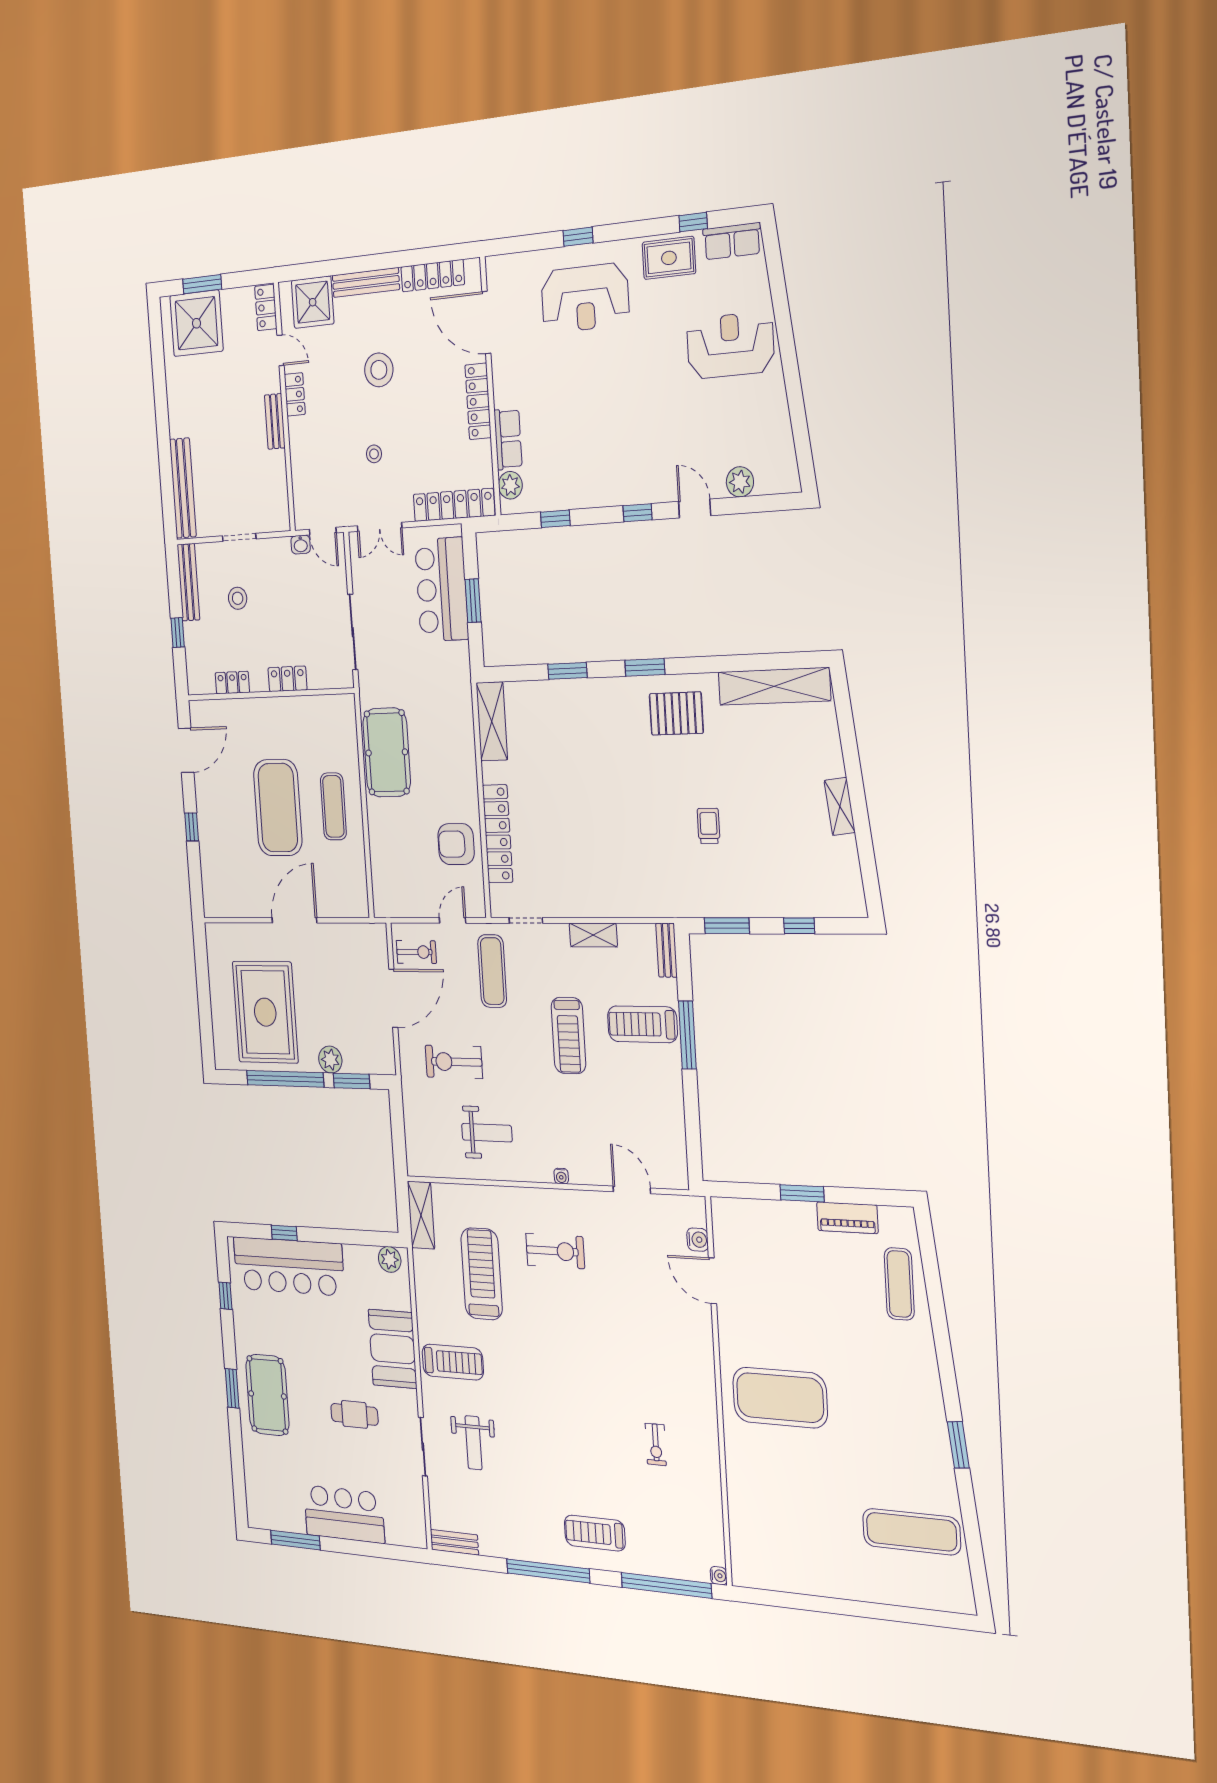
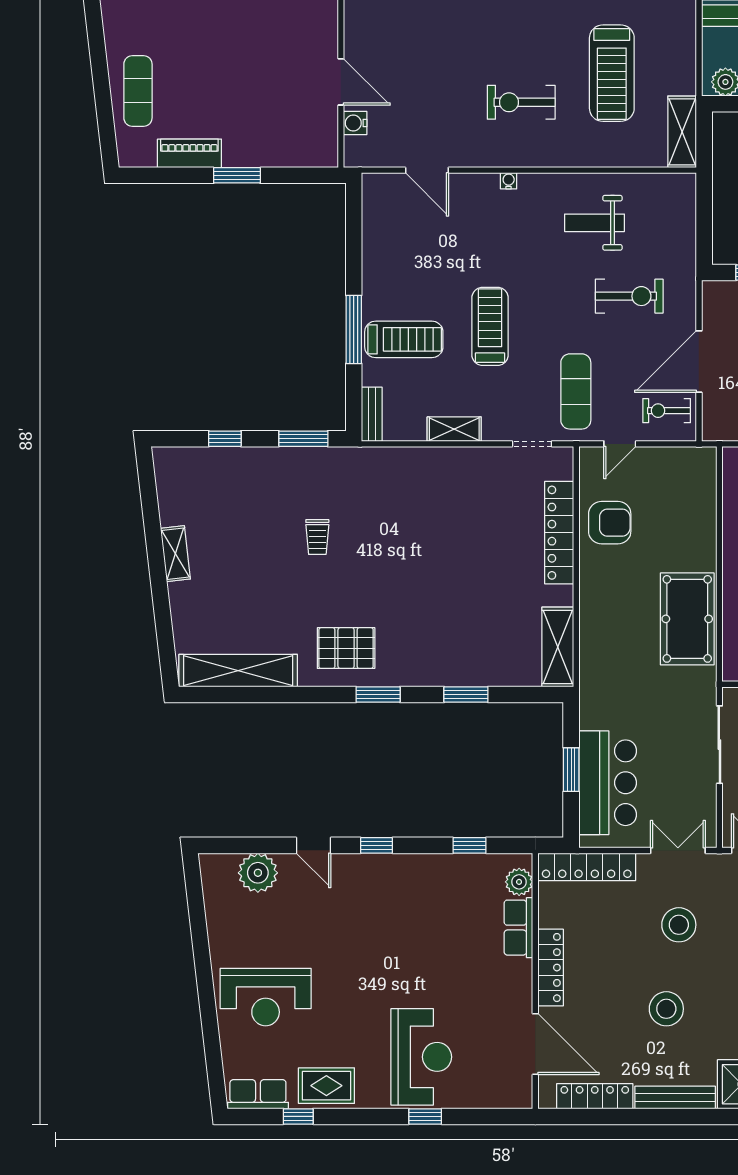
reception desk: (585, 298) -> (421, 1057), turned 90
stool: (374, 454) -> (679, 925), width x1.89, depth x1.89
plant: (740, 482) -> (258, 873), width x1.36, depth x1.36

